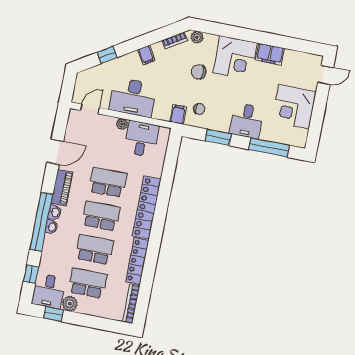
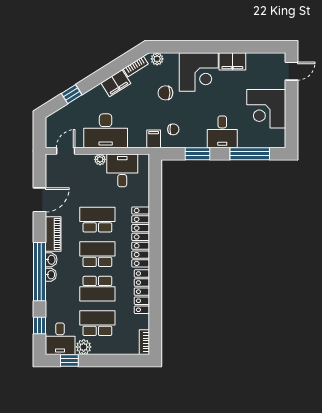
filing cabinet: (146, 55) -> (116, 83), width x2.00
school desk: (94, 249) -> (97, 289), turned 180
bookcase: (131, 304) -> (144, 342), width x0.64

